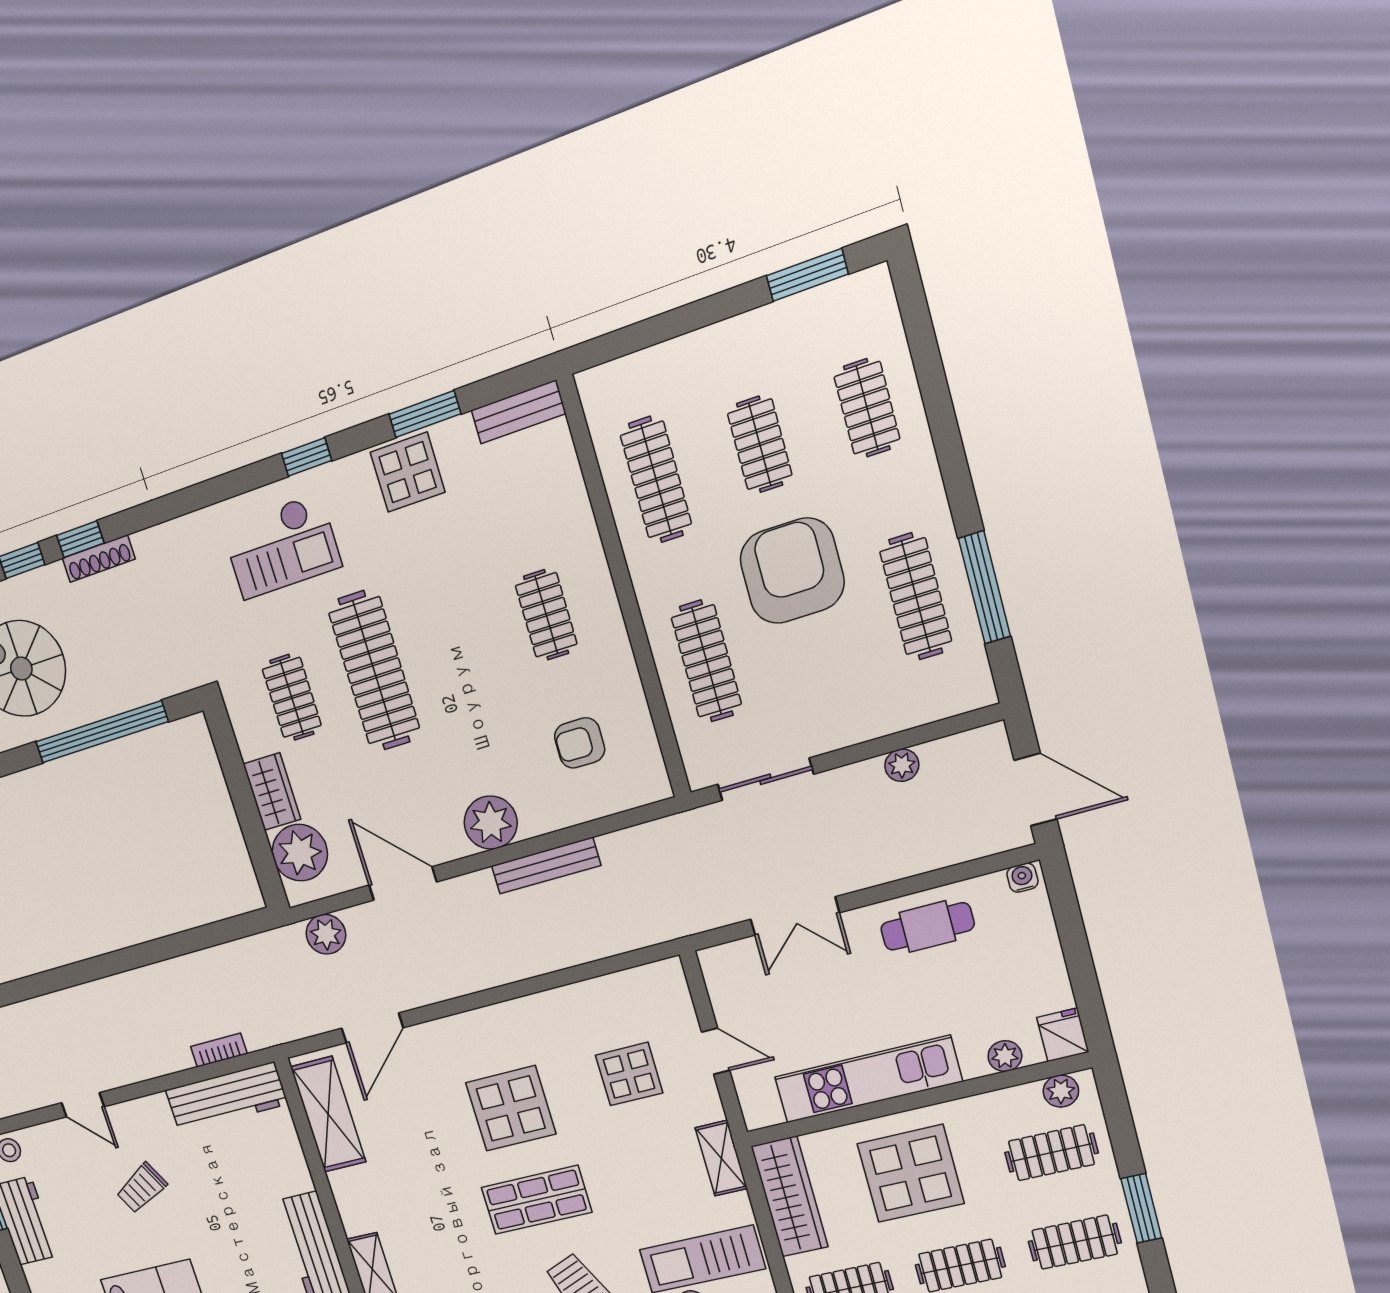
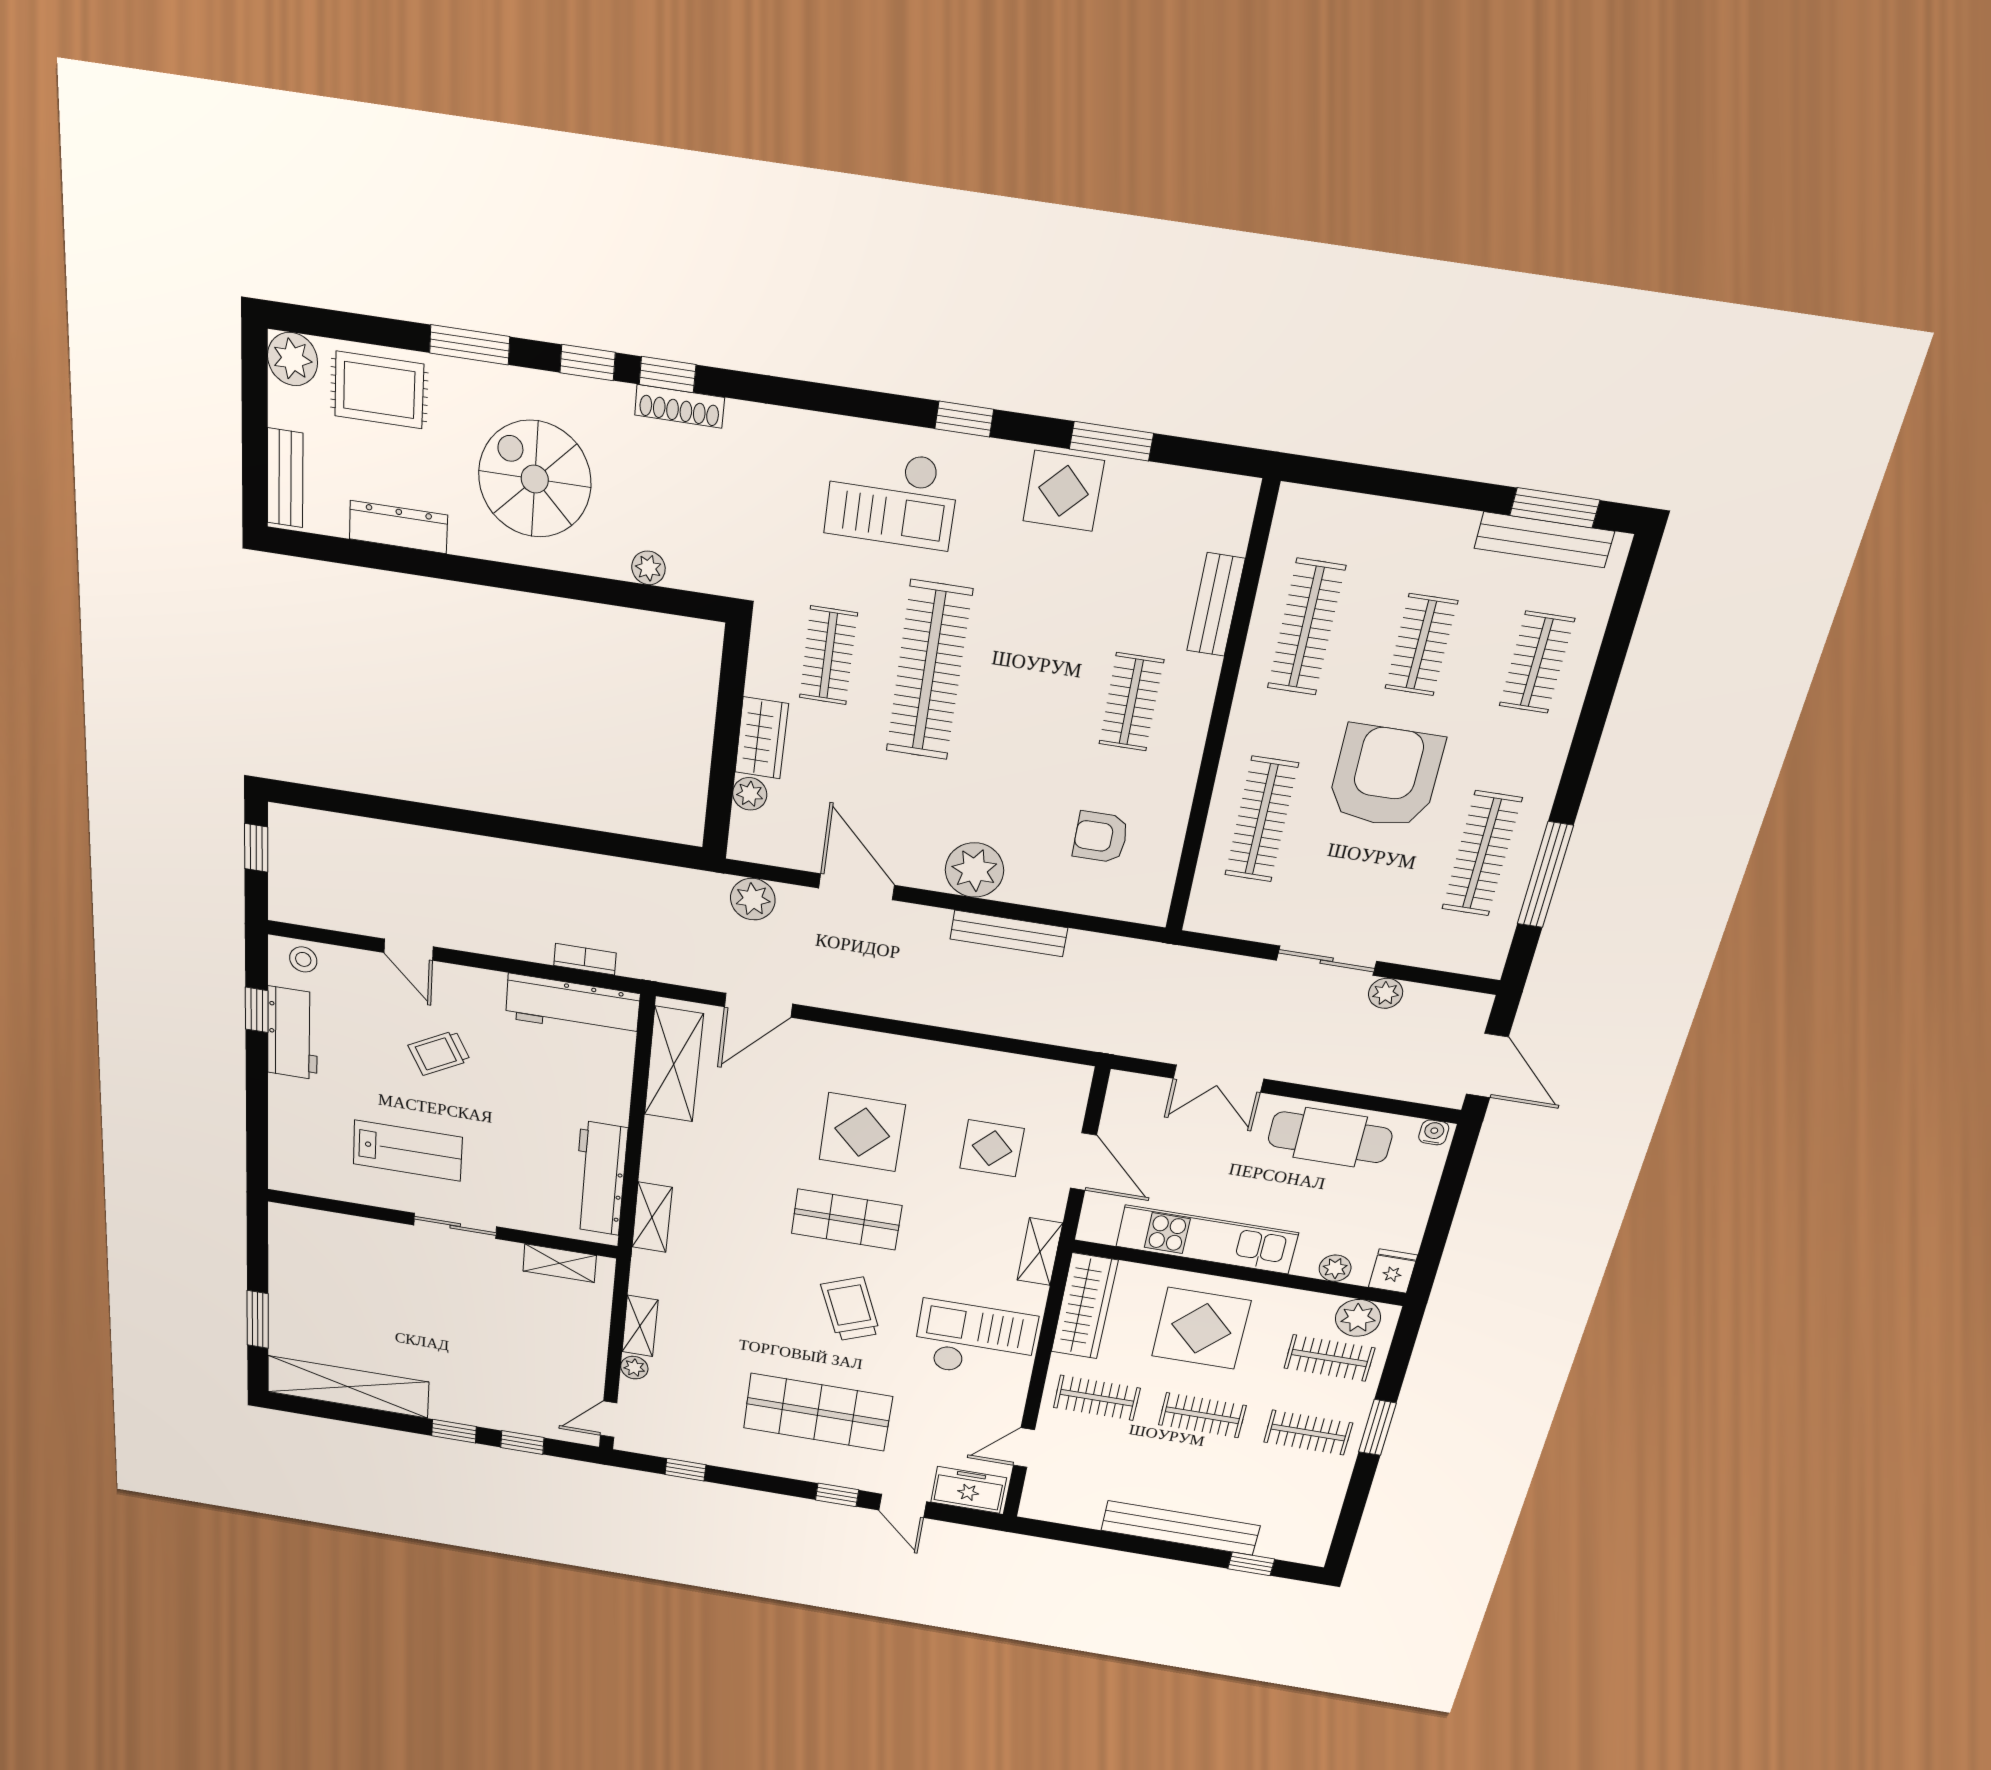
bench: (814, 305) -> (1544, 540), added
bench: (519, 412) -> (1216, 605), moved, turned 90
plant: (129, 696) -> (648, 568), added
window: (102, 732) -> (599, 590), removed
sliding door: (765, 779) -> (1327, 961), moved
plant: (300, 853) -> (750, 794), width x0.53, depth x0.53
cafe table: (927, 926) -> (1330, 1137), width x1.37, depth x1.35
door: (716, 1051) -> (1083, 1162), width x1.38
plant: (1061, 1091) -> (1358, 1318), width x1.38, depth x1.38

